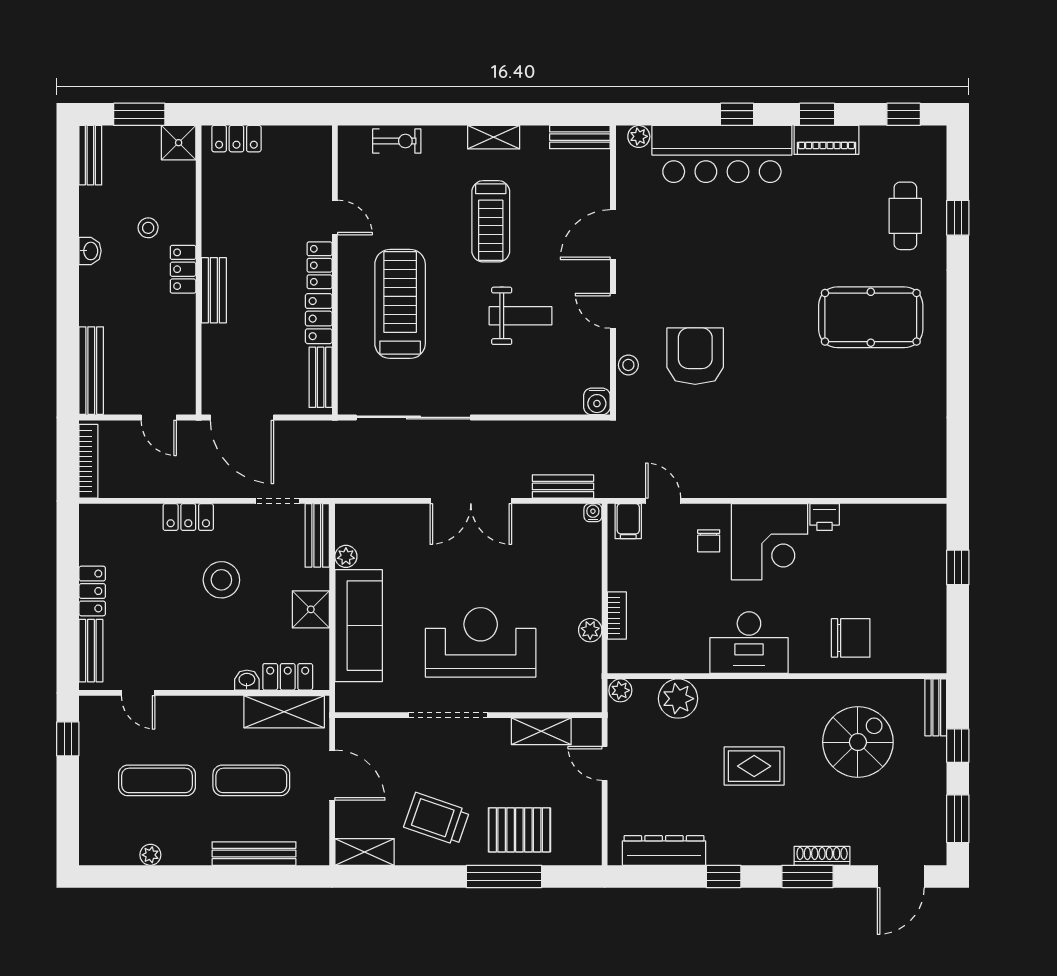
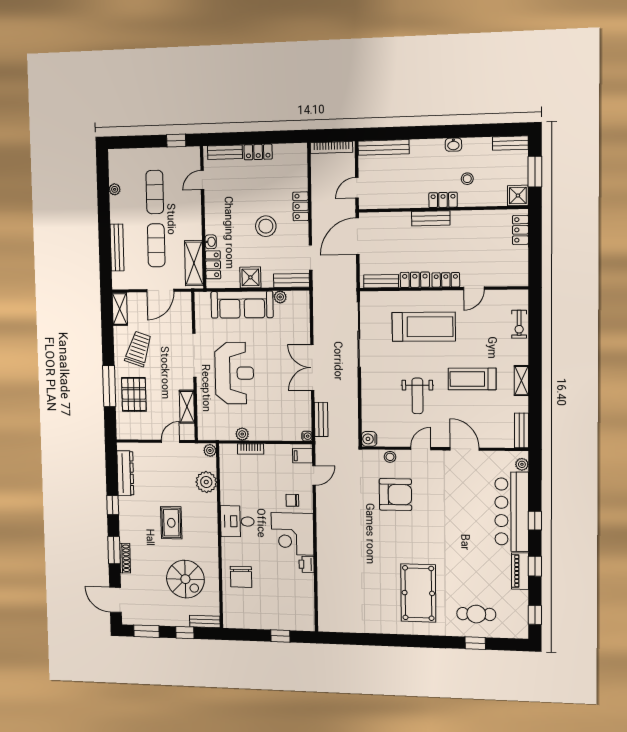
desk: (749, 643) -> (237, 521), width x0.73

